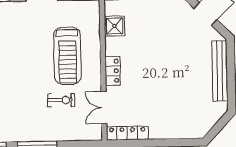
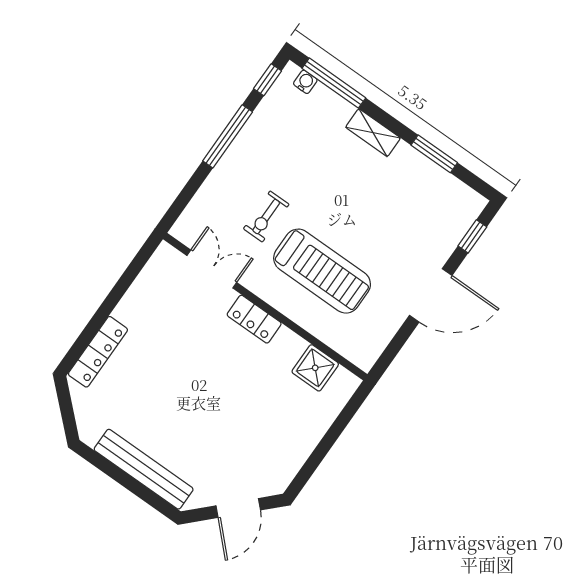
treadmill: (67, 56) -> (322, 271), turned 180
locker: (127, 133) -> (98, 352), moved

